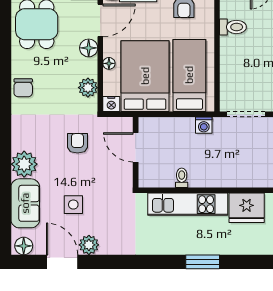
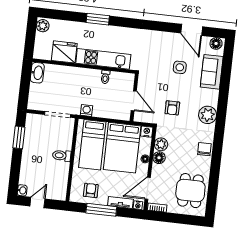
toilet: (233, 27) -> (62, 156), moved
floor lamp: (89, 48) -> (159, 158), moved
plant: (24, 164) -> (208, 115), moved
plant: (89, 245) -> (172, 39), removed

